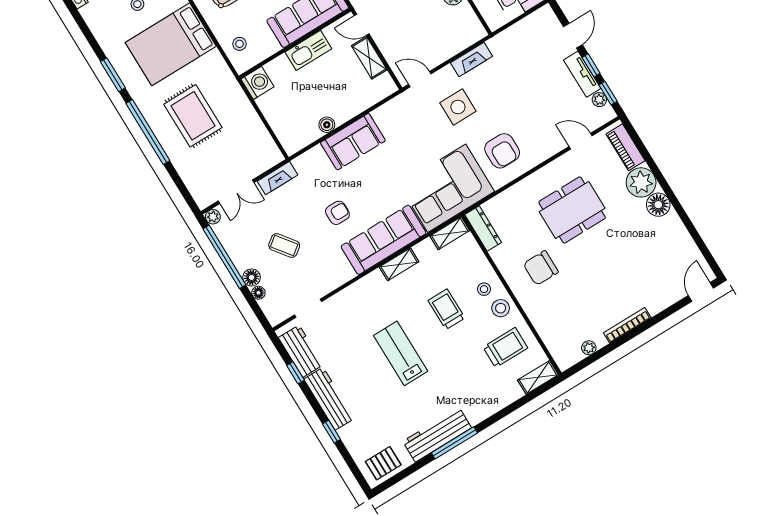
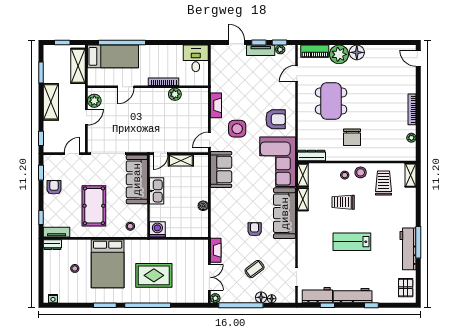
sofa: (353, 142) -> (221, 170), moved
shelving: (399, 264) -> (303, 199), moved

